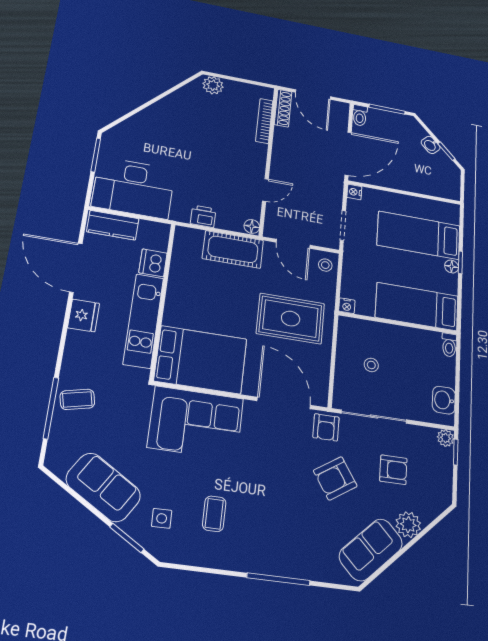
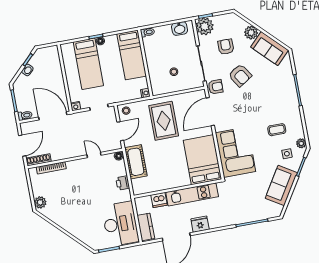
coffee table: (77, 399) -> (243, 212), removed
plant: (446, 438) -> (205, 26), width x1.87, depth x1.87
plant: (173, 553) -> (301, 143), added

